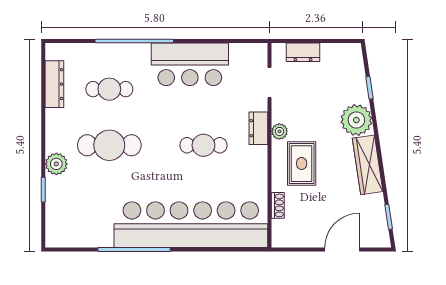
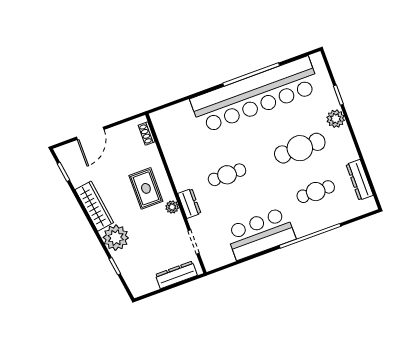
dresser: (303, 52) -> (176, 275), width x1.44
shoe rack: (278, 205) -> (147, 134), moved
bar counter: (191, 225) -> (255, 95), moved

